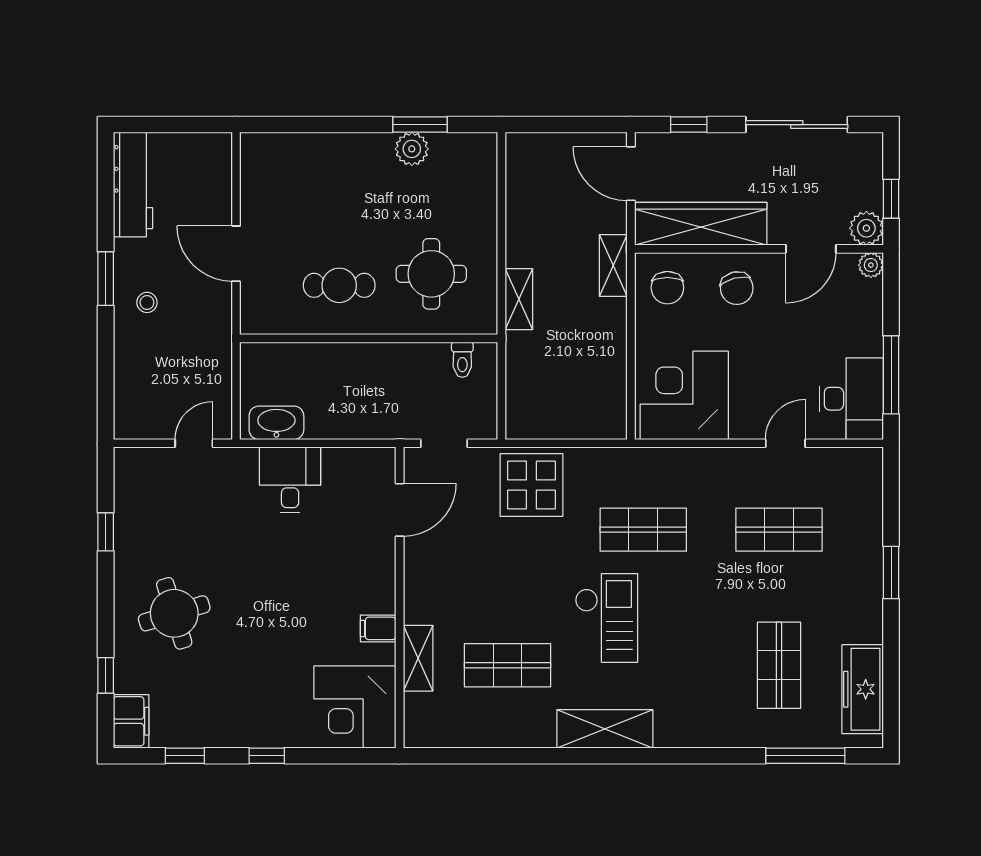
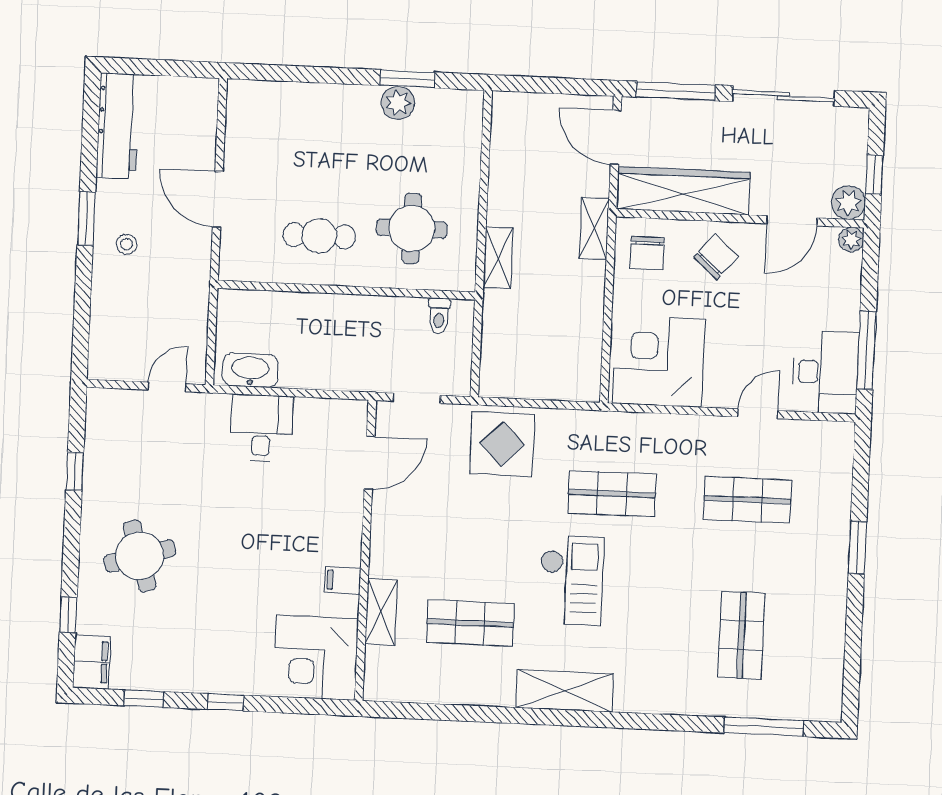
window: (689, 125) -> (676, 91), width x2.17
chair: (737, 288) -> (716, 257), turned -124
freezer: (863, 689) -> (824, 663), removed

